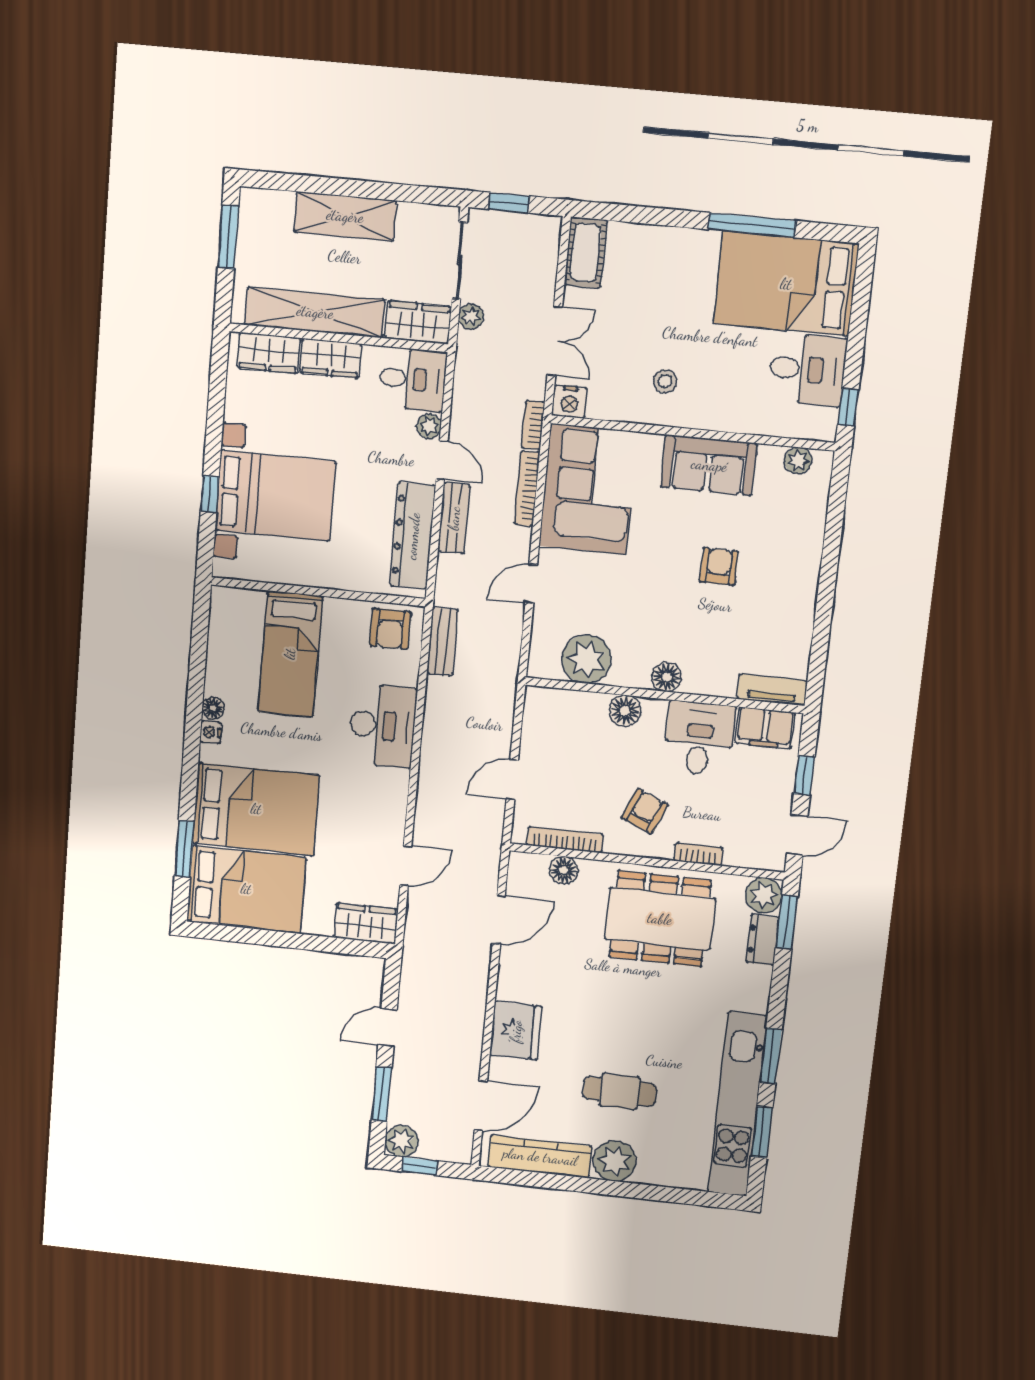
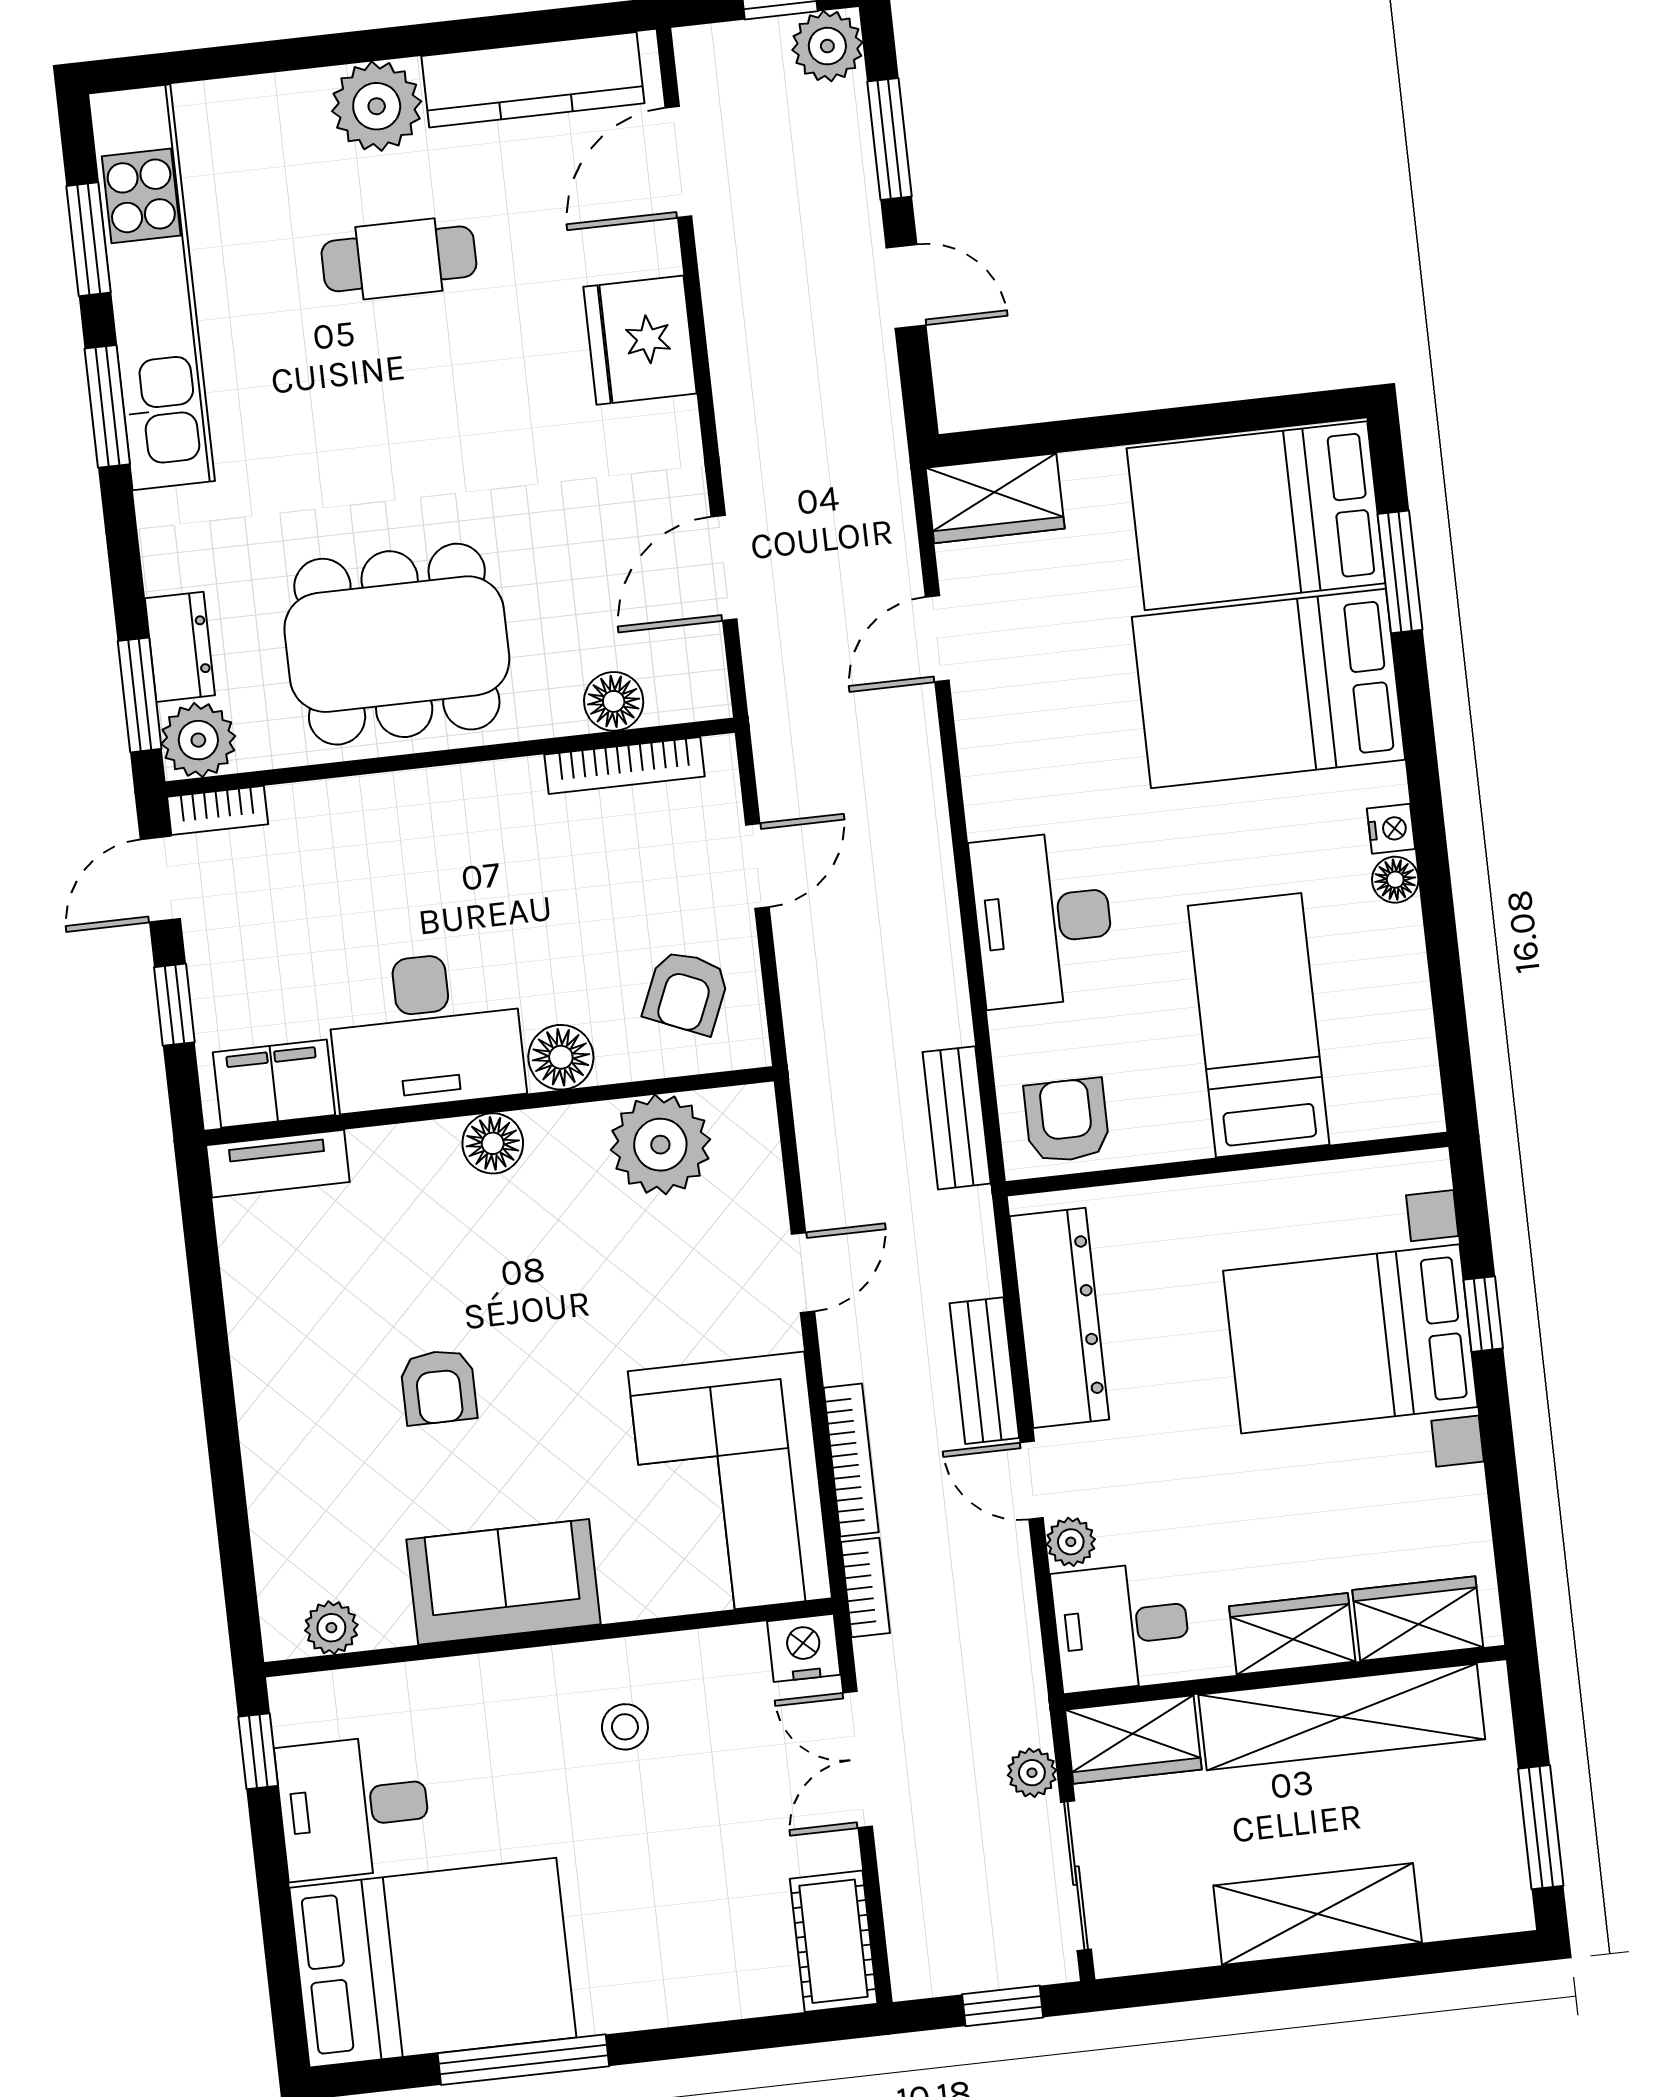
desk: (699, 738) -> (425, 1031), width x1.37
armchair: (645, 811) -> (686, 992), moved
bookcase: (698, 854) -> (218, 810), moved
door: (387, 1027) -> (906, 286), hinge flipped

